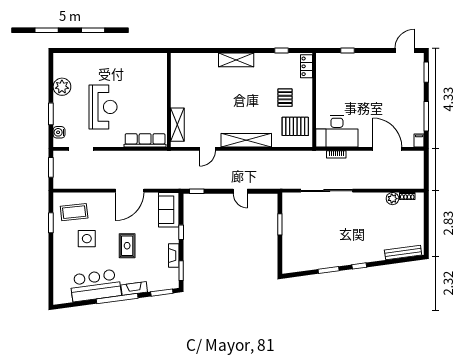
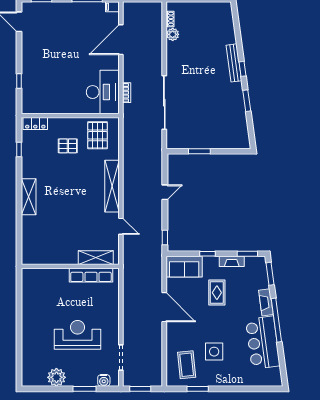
row of seats: (145, 140) -> (91, 275), moved, turned -90
rug: (127, 246) -> (217, 293), moved, turned 90
bench: (403, 253) -> (234, 63), moved

